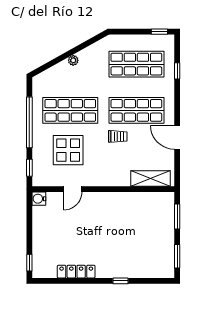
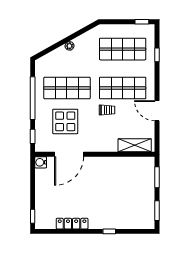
door: (73, 189) -> (69, 154), width x1.87

